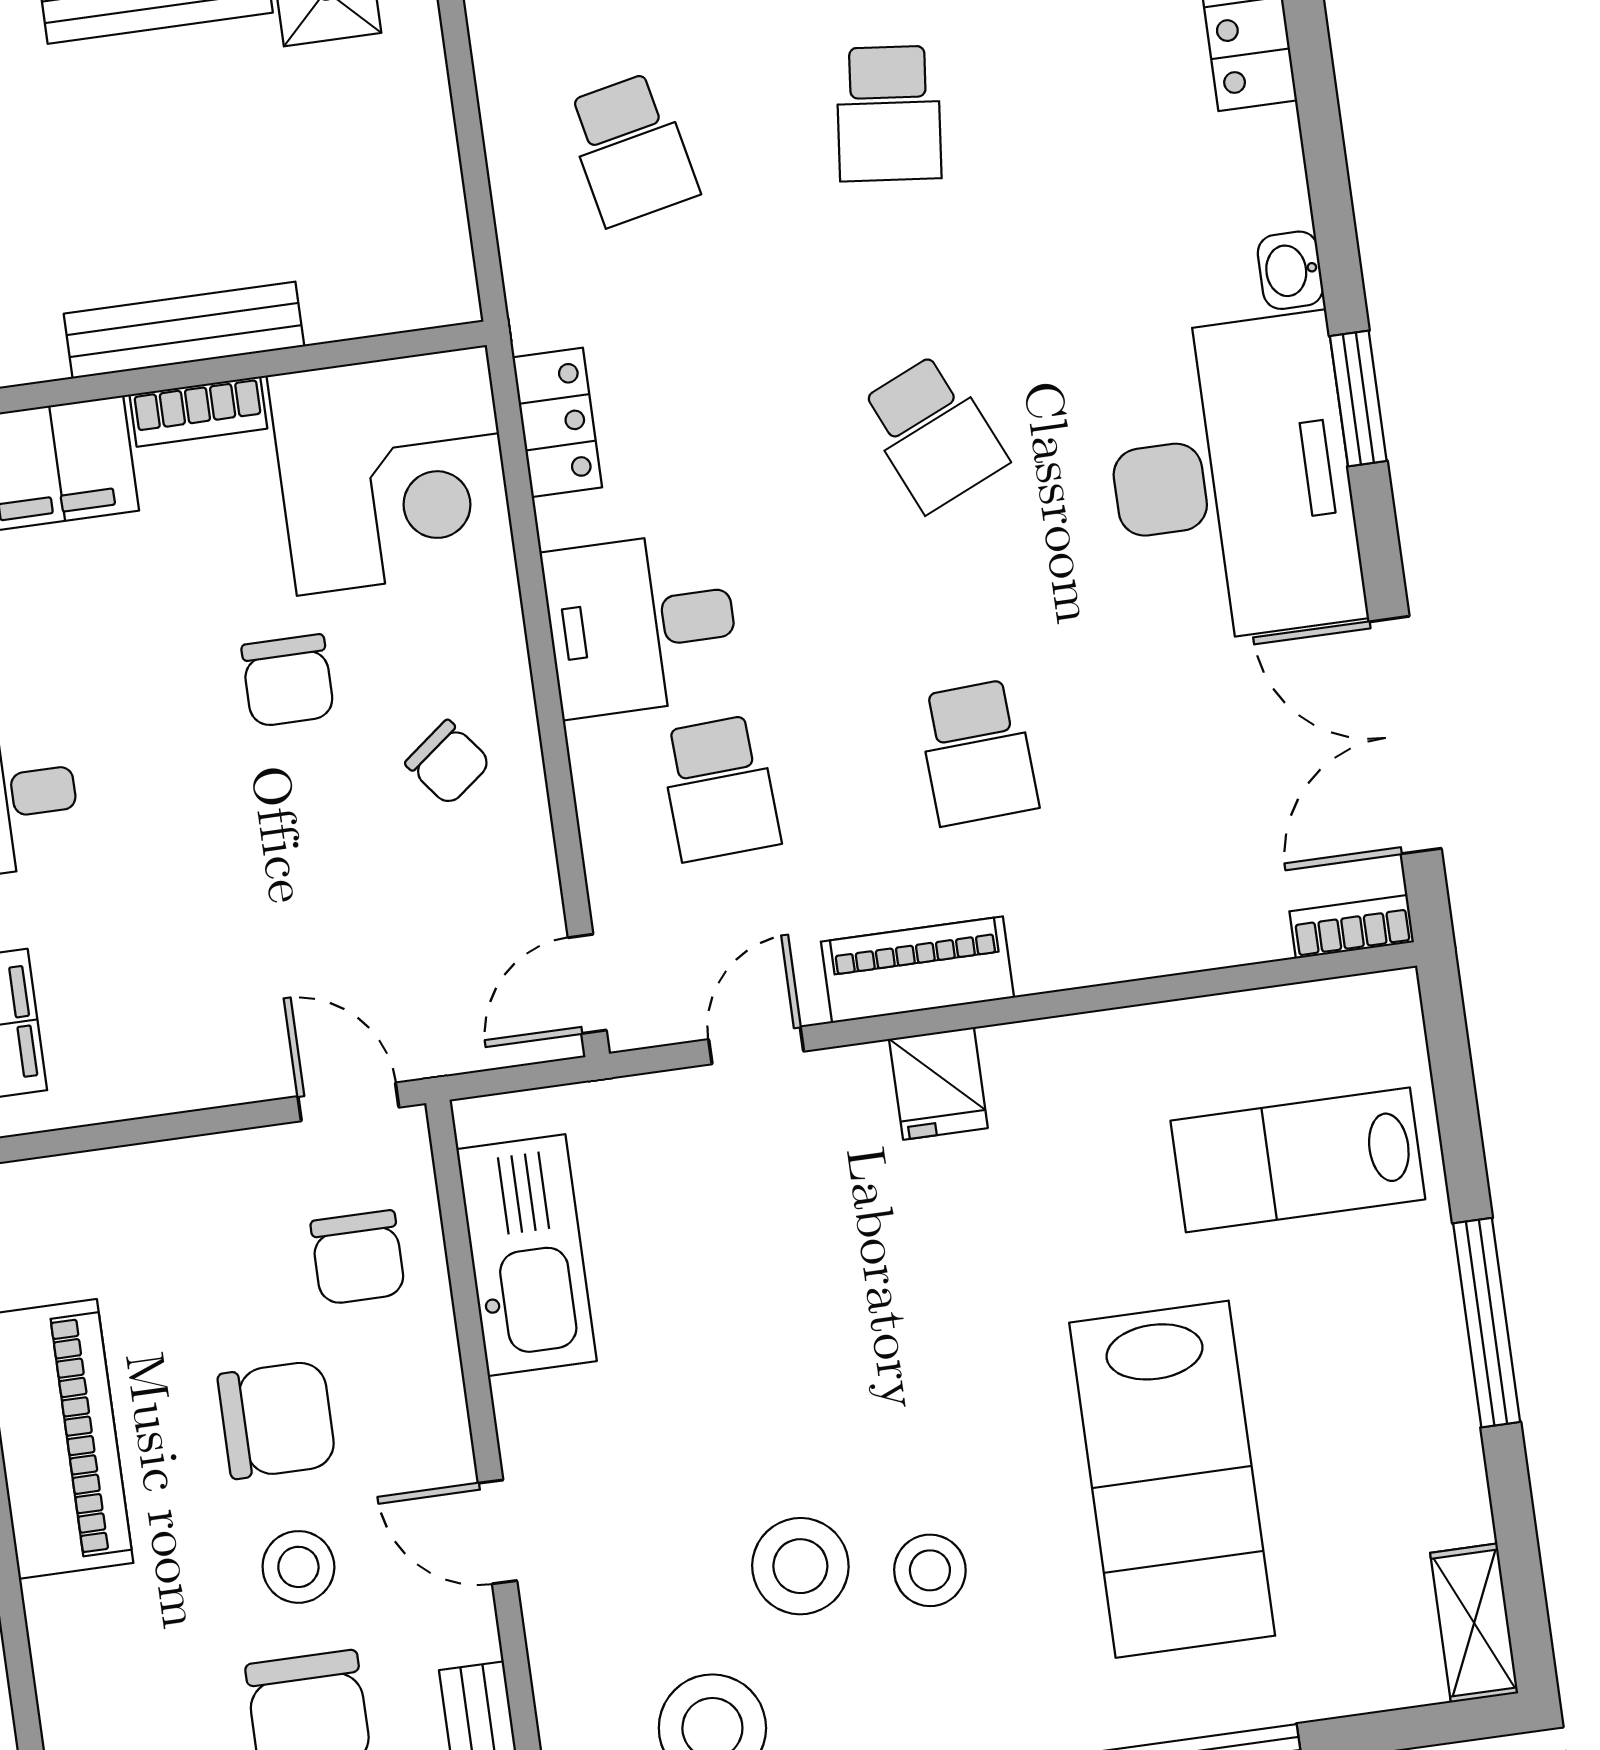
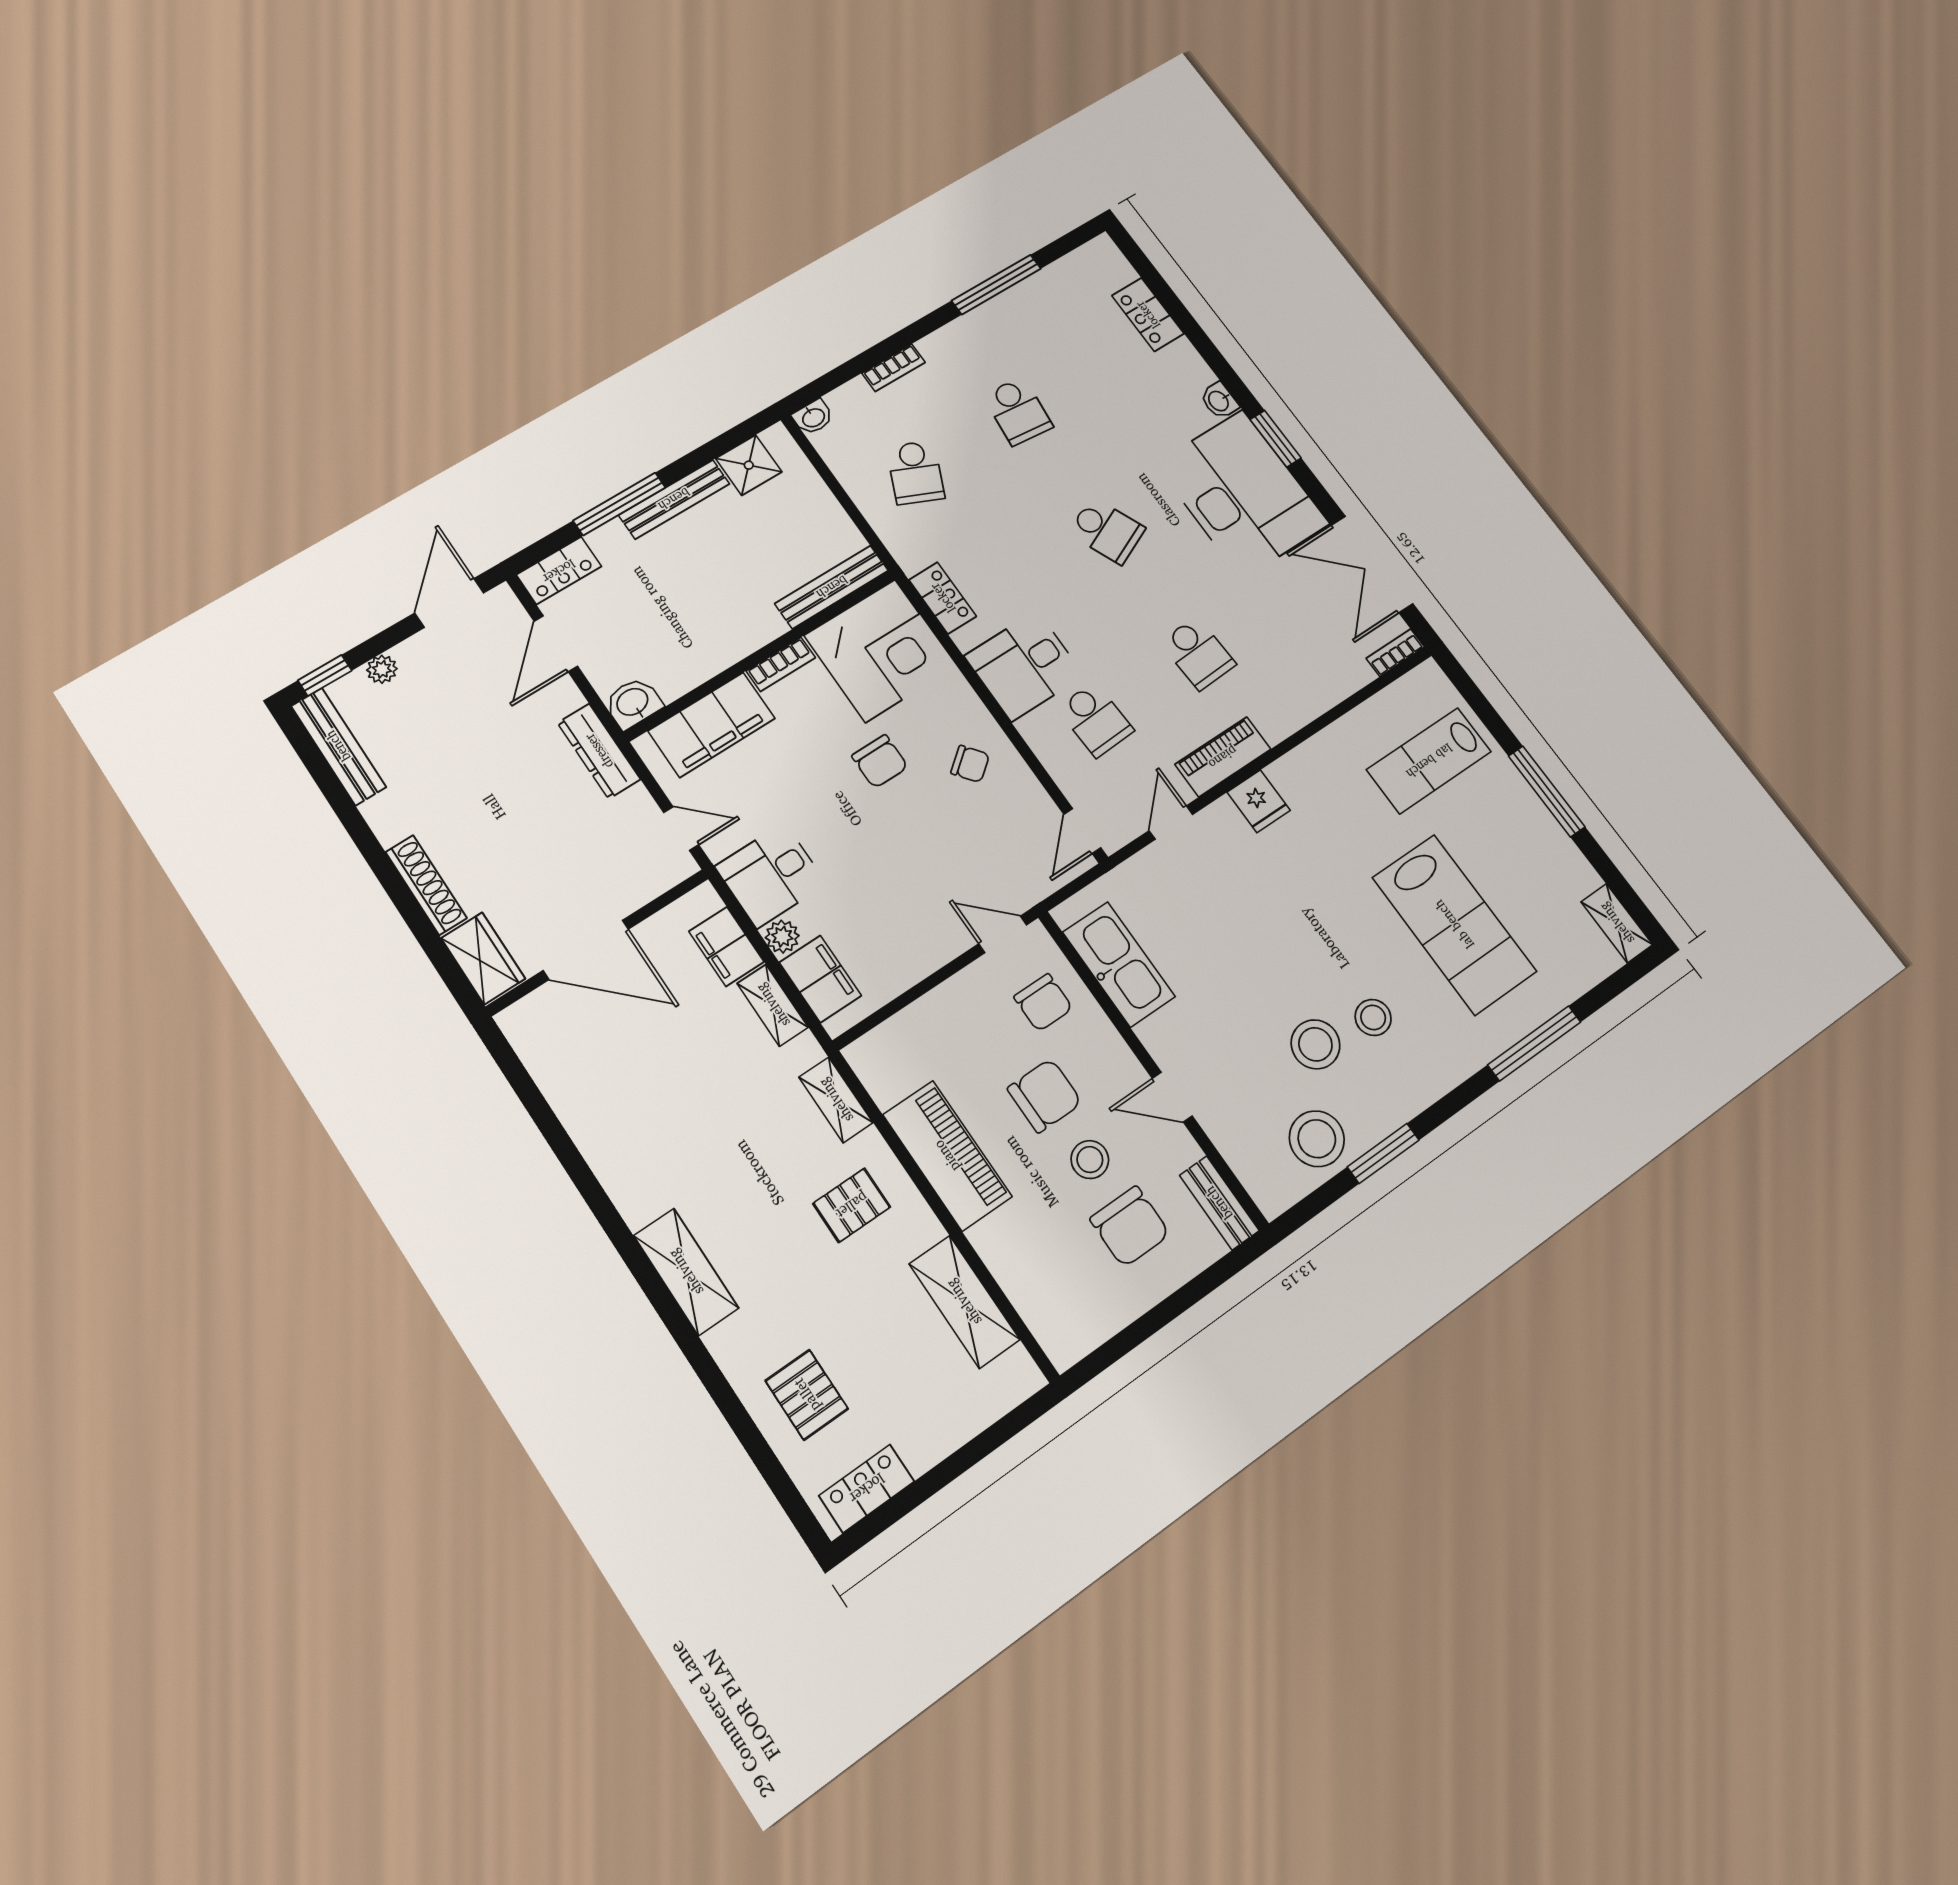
school desk: (631, 149) -> (915, 472), turned 36
bench: (184, 330) -> (832, 587), moved

